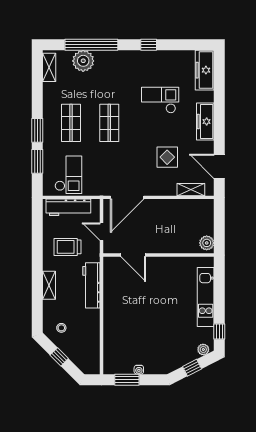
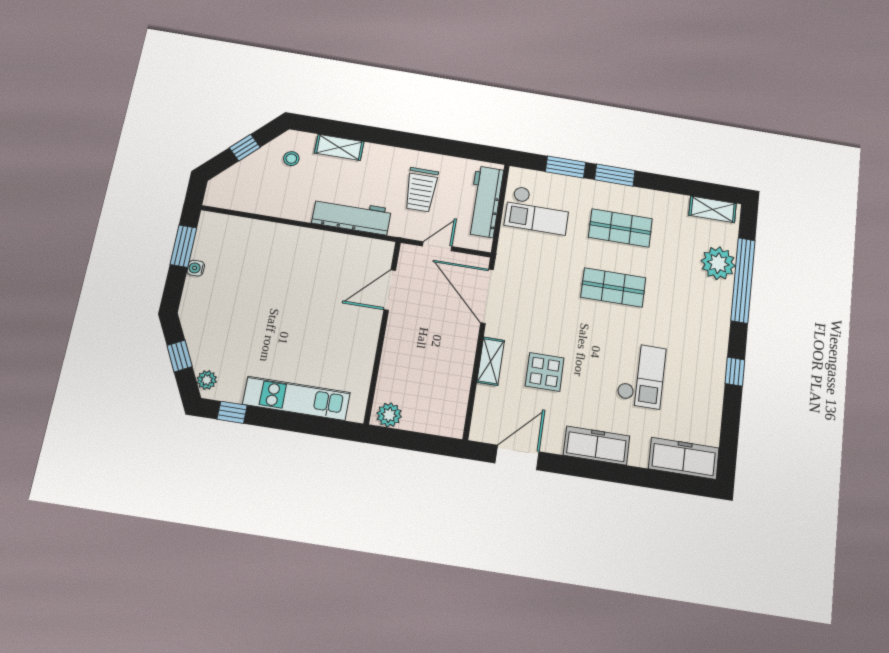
shelving: (191, 190) -> (491, 361), moved
trolley: (68, 247) -> (421, 190), turned 180
shelving: (49, 285) -> (339, 147), moved

